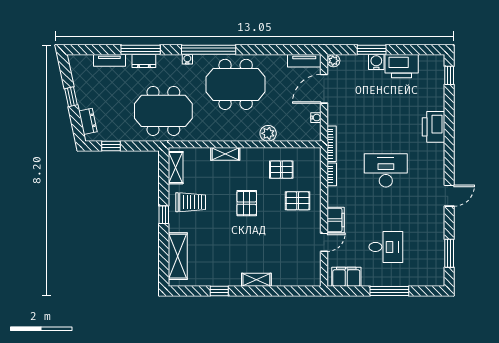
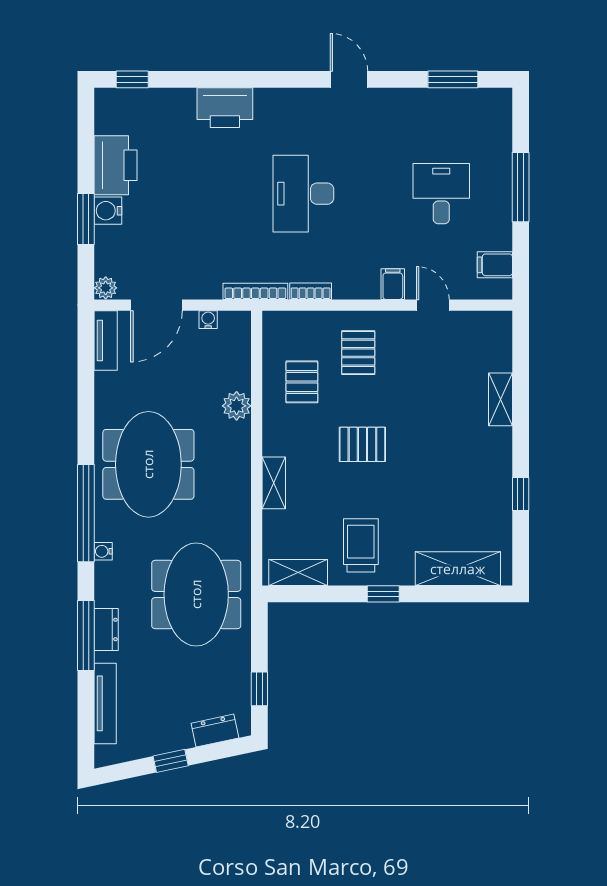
tv unit: (109, 60) -> (105, 703), width x1.41
door: (324, 89) -> (156, 305), hinge flipped
filing cabinet: (336, 220) -> (393, 284), width x0.50
filing cabinet: (346, 277) -> (495, 265), width x0.50
shelving: (256, 280) -> (501, 399), moved

